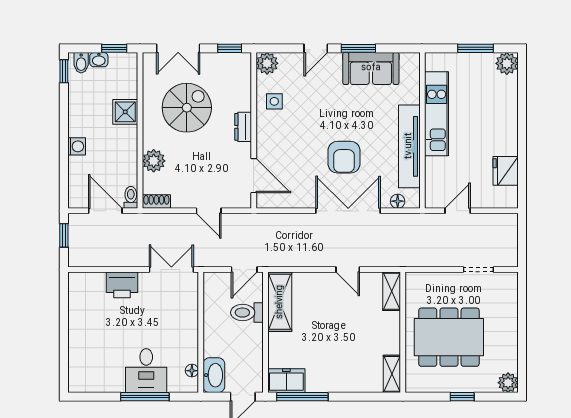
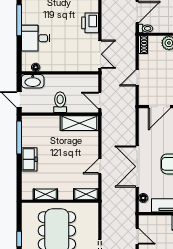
double door: (348, 211) -> (137, 166), swing flipped
toilet: (247, 313) -> (60, 102), moved
shelving: (392, 374) -> (45, 194), moved
freezer: (286, 381) -> (29, 159), moved
window: (145, 397) -> (19, 20), moved

